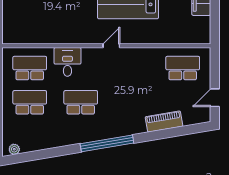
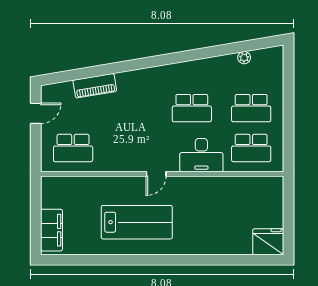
desk: (67, 62) -> (201, 155), width x1.37
window: (107, 143) -> (161, 60), removed
plant: (14, 149) -> (244, 58), moved

